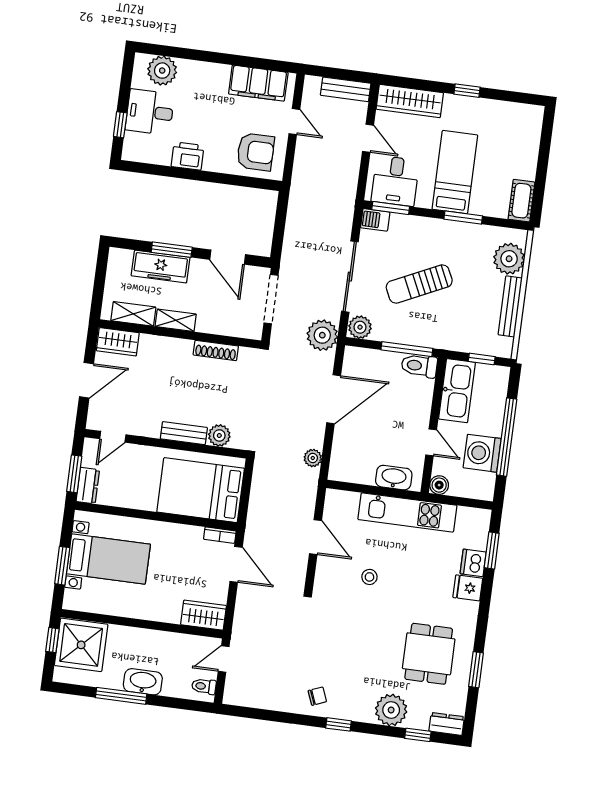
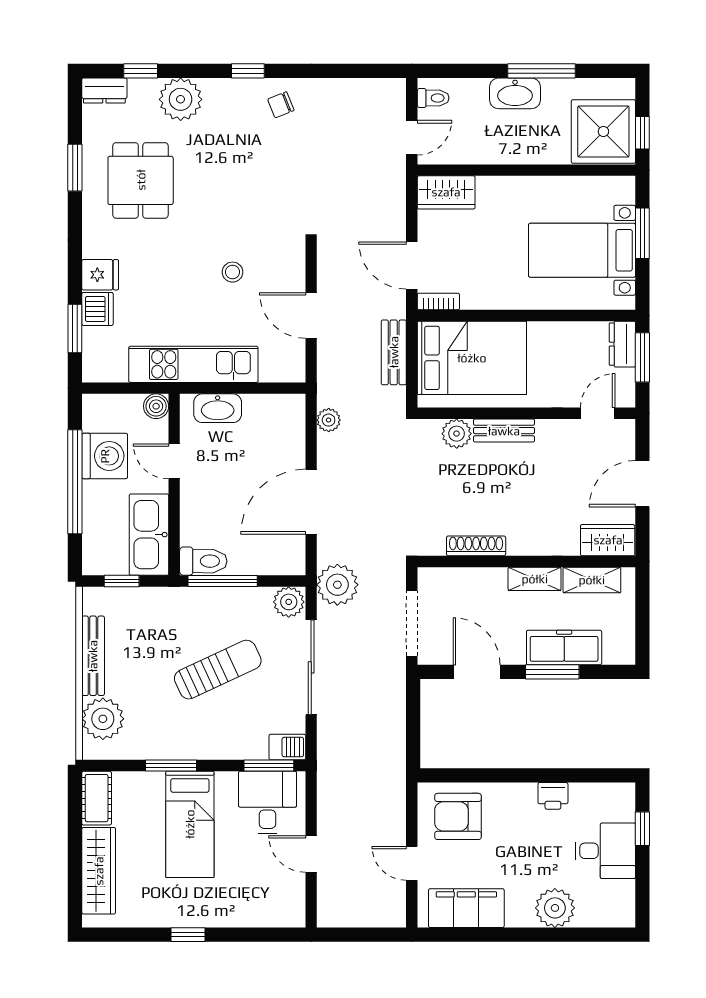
plant: (162, 71) -> (555, 908), moved
bench: (346, 89) -> (394, 352), moved, turned 90
wardrobe: (410, 101) -> (99, 871), moved, turned 90
printer: (188, 156) -> (553, 796), width x0.73, depth x0.81

